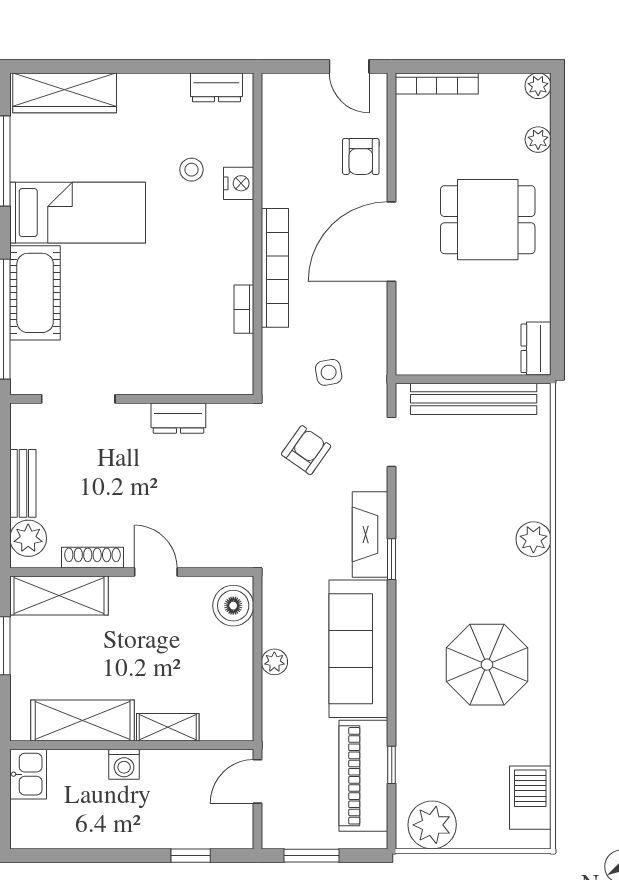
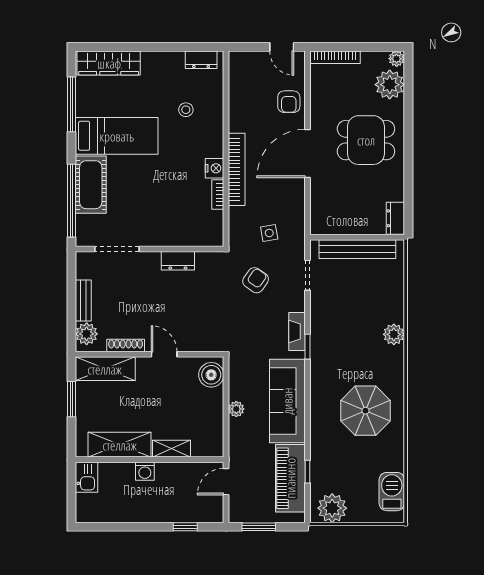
plant: (538, 140) -> (390, 85), width x1.88, depth x1.88
nightstand: (239, 183) -> (215, 168), moved
fireplace: (370, 534) -> (297, 332), width x0.73, depth x0.76

